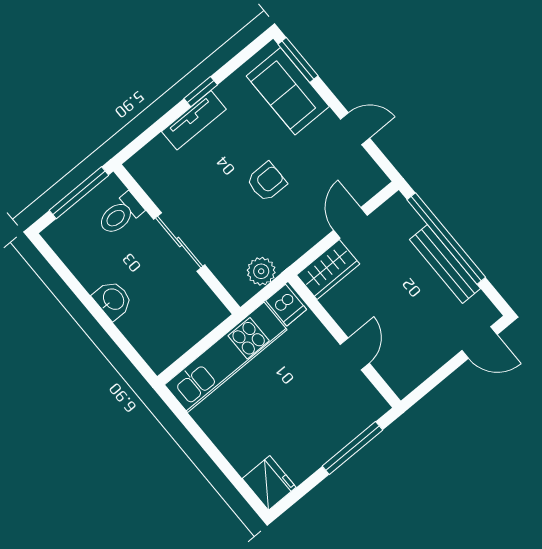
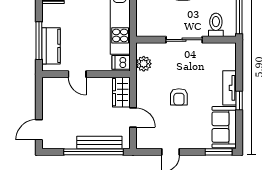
sofa: (288, 91) -> (224, 127), moved, turned -90
bench: (445, 264) -> (99, 143), moved
kitchen counter: (345, 425) -> (51, 46), added

